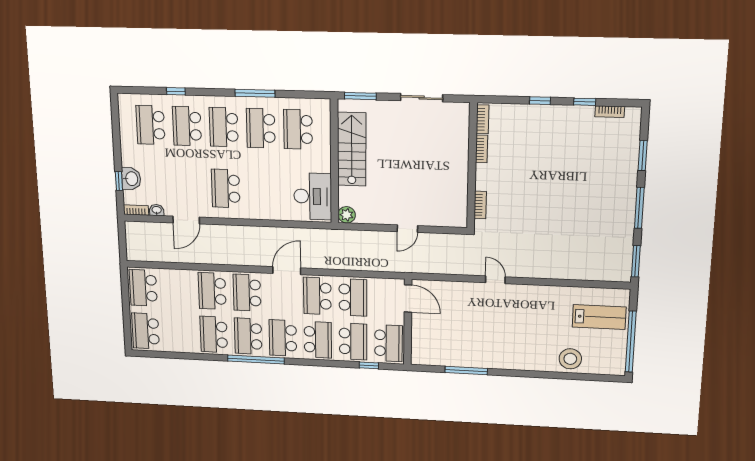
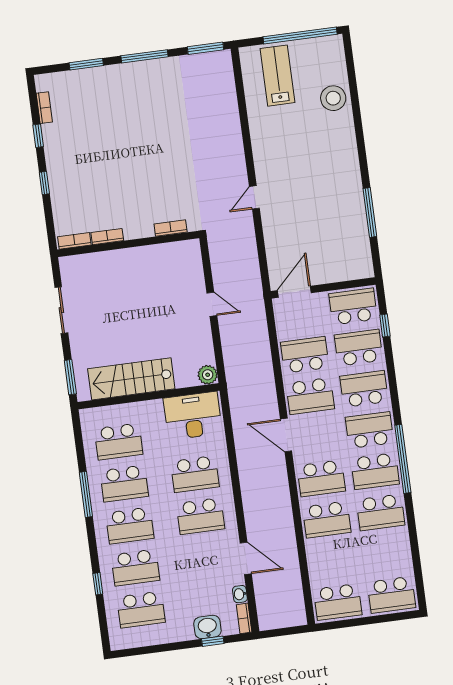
school desk: (262, 190) -> (195, 474), added
school desk: (283, 338) -> (370, 430), turned 180

